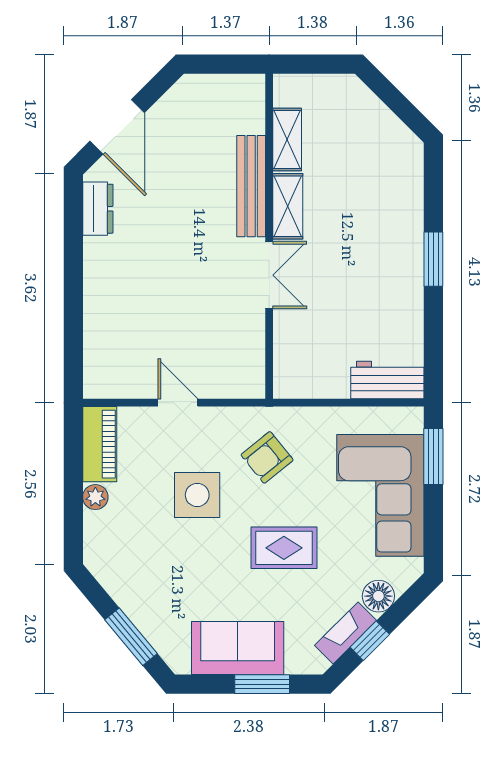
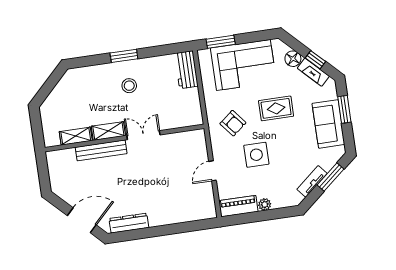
dresser: (98, 209) -> (129, 223), width x1.44
stool: (372, 261) -> (129, 86), added
rug: (284, 548) -> (276, 108), turned 90
tv unit: (128, 598) -> (312, 181), added

